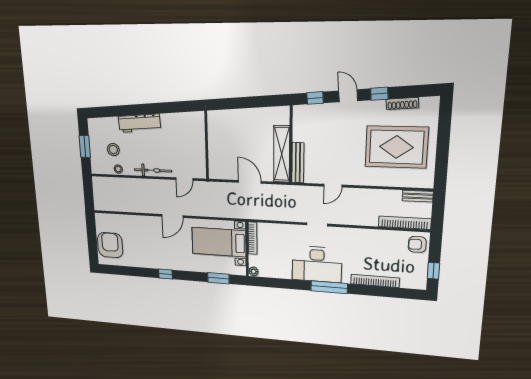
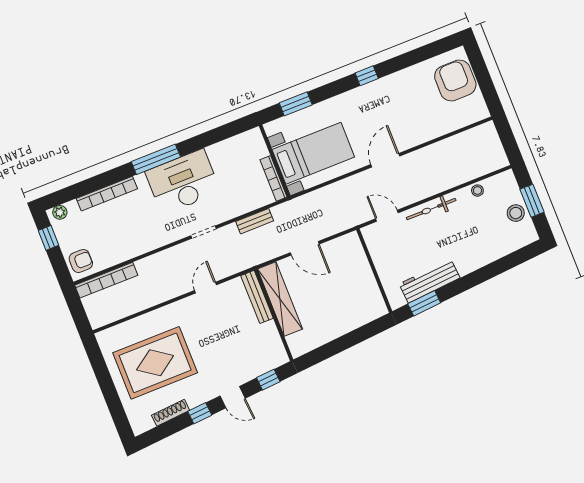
window: (180, 107) -> (424, 303), added
workbench: (139, 123) -> (429, 281), moved
stool: (113, 150) -> (516, 213), moved
door: (184, 179) -> (387, 216), hinge flipped
bench: (418, 196) -> (255, 221), moved
armchair: (110, 245) -> (455, 80), turned 180
plant: (254, 271) -> (60, 212), moved

